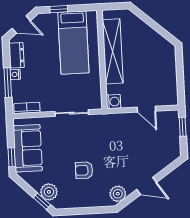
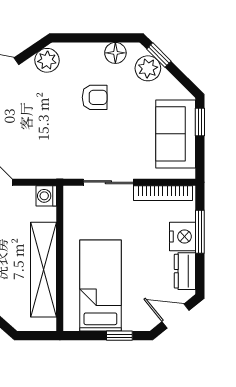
nightstand: (15, 74) -> (182, 237), width x1.89, depth x1.79
bookcase: (27, 108) -> (163, 193), width x1.56
floor lamp: (72, 201) -> (115, 53), added

